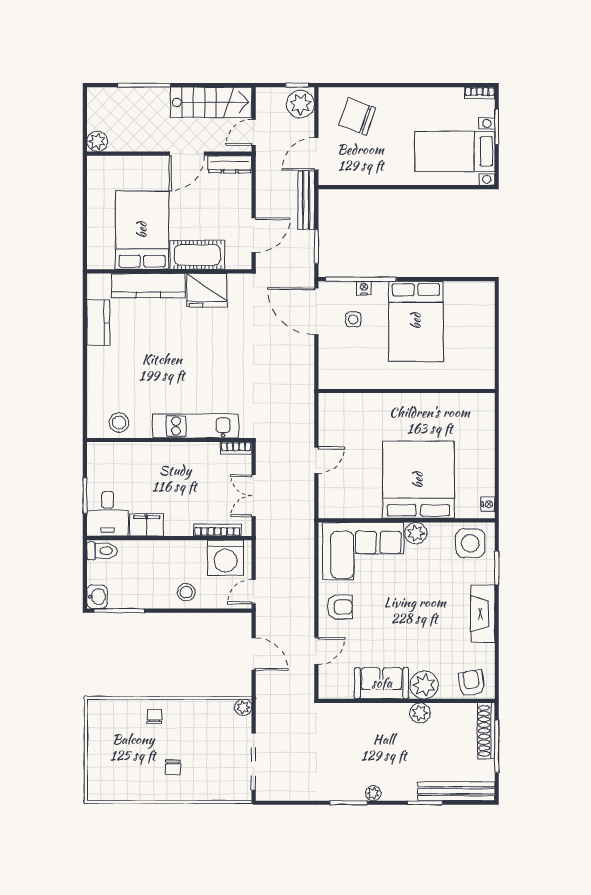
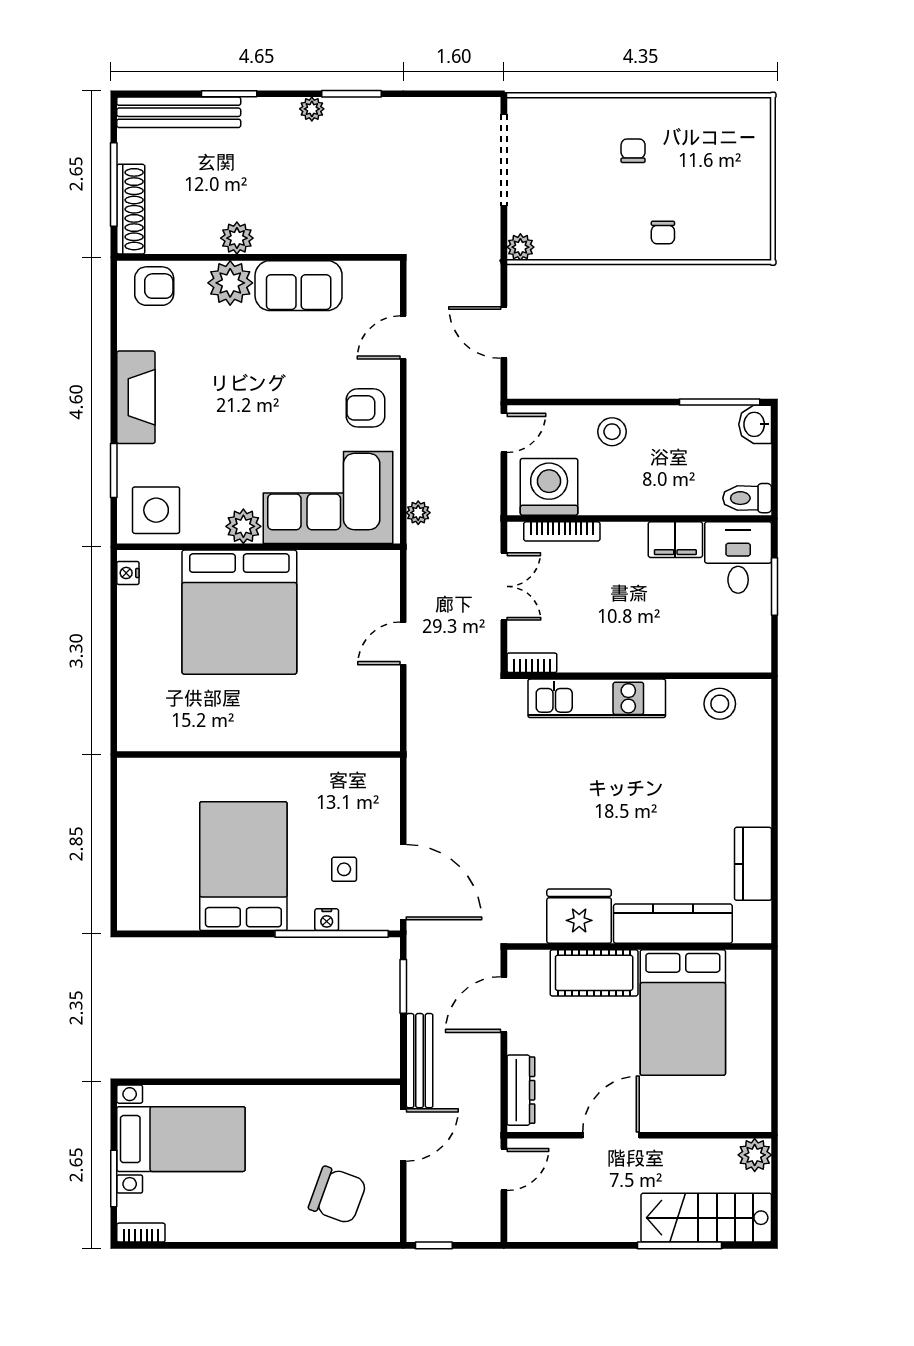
stairs: (211, 102) -> (706, 1218), moved
plant: (300, 104) -> (418, 513), moved, width x0.53, depth x0.53
dresser: (230, 164) -> (521, 1090), moved, turned 90
armchair: (471, 683) -> (154, 286), turned -81

